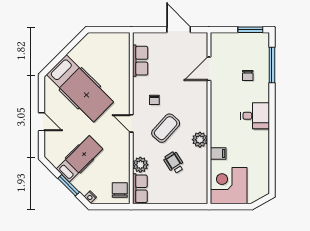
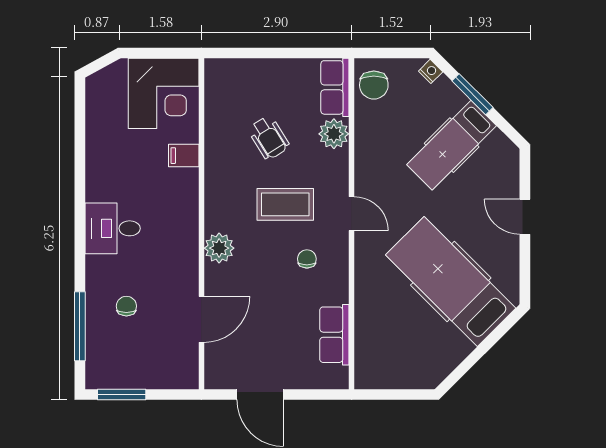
coffee table: (166, 128) -> (285, 204), turned 48
plant: (200, 140) -> (219, 248), moved

